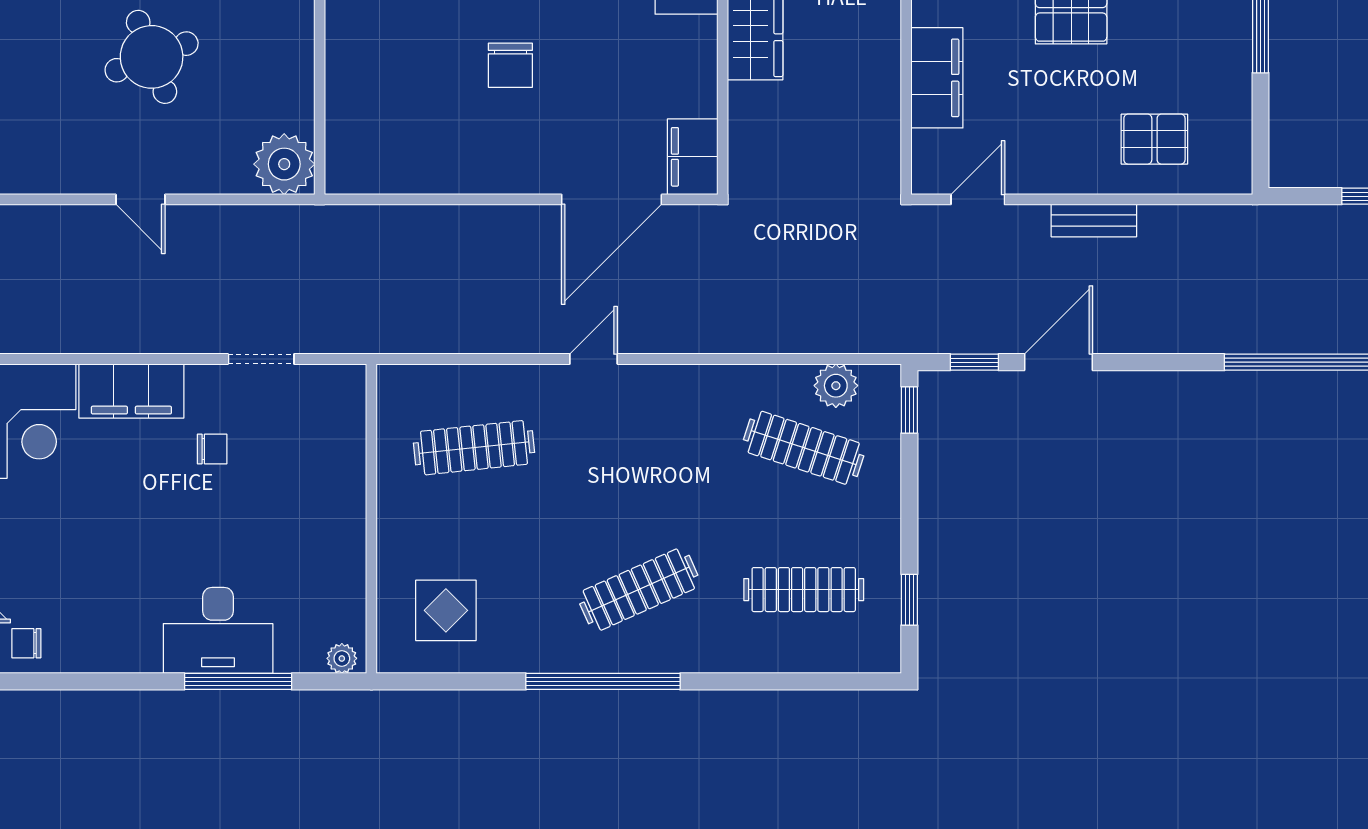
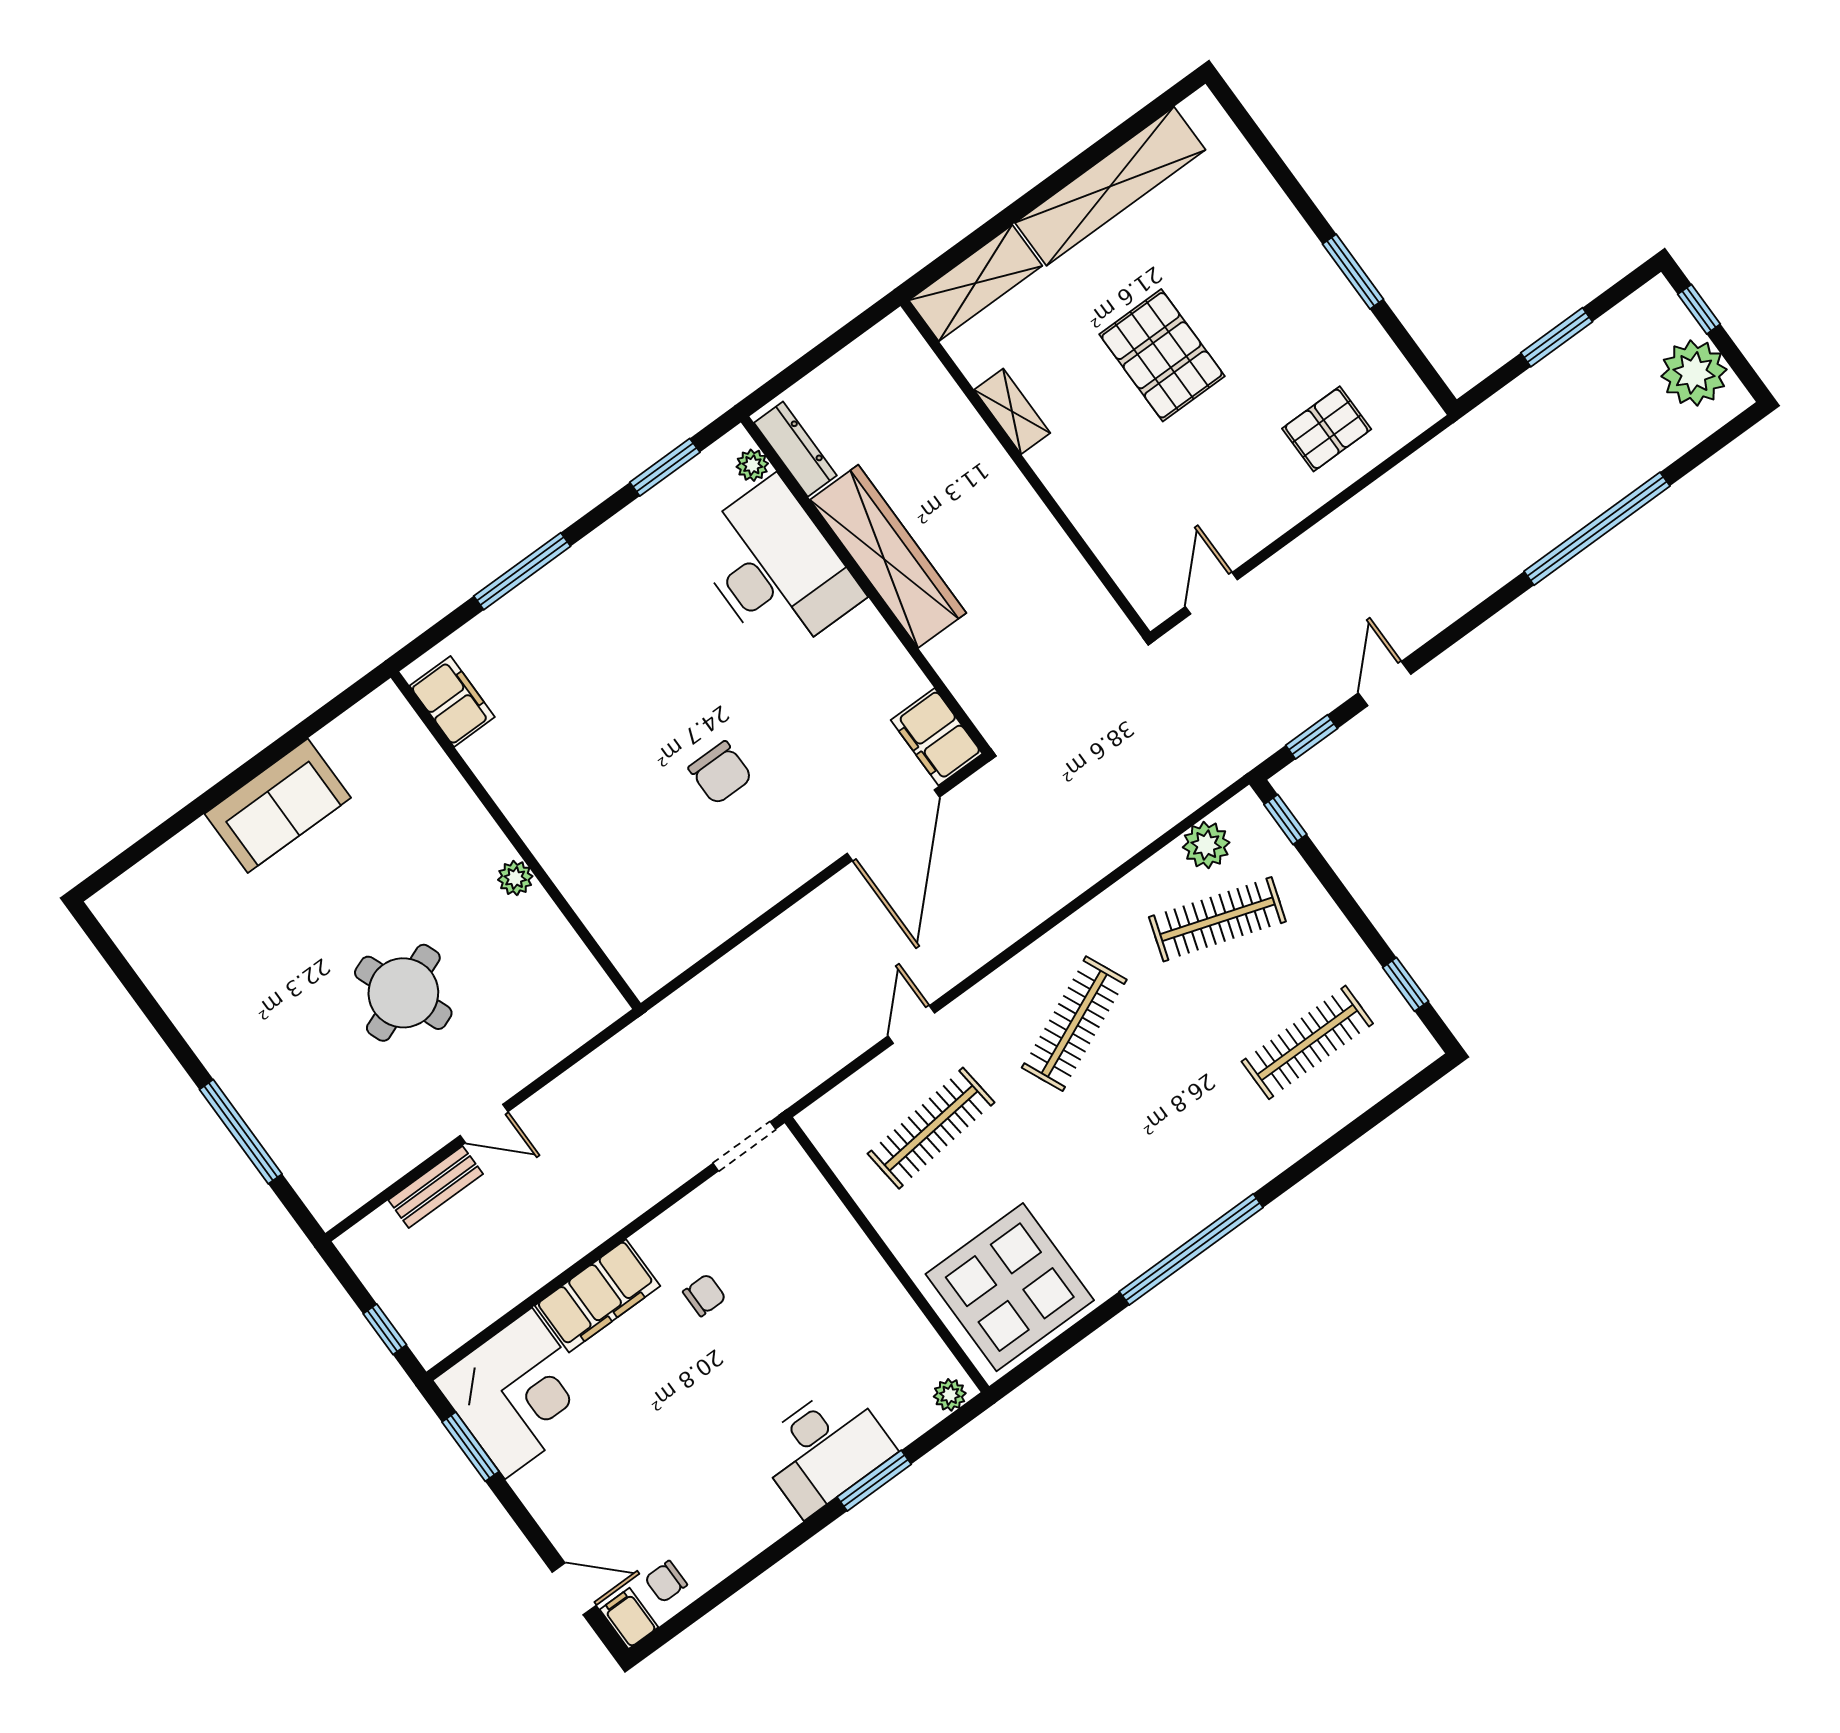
filing cabinet: (937, 78) -> (1099, 514), removed
plant: (284, 164) -> (515, 878), moved, width x0.53, depth x0.53
bench: (1094, 221) -> (436, 1187), moved
doorway: (261, 359) -> (744, 1146), moved
door: (594, 359) -> (911, 1024), moved
door: (1059, 362) -> (1385, 684), width x0.73
clothes rail: (639, 590) -> (1074, 1024), moved
display table: (446, 610) -> (1010, 1287), width x1.86, depth x1.86
window: (238, 681) -> (874, 1481), width x0.69

